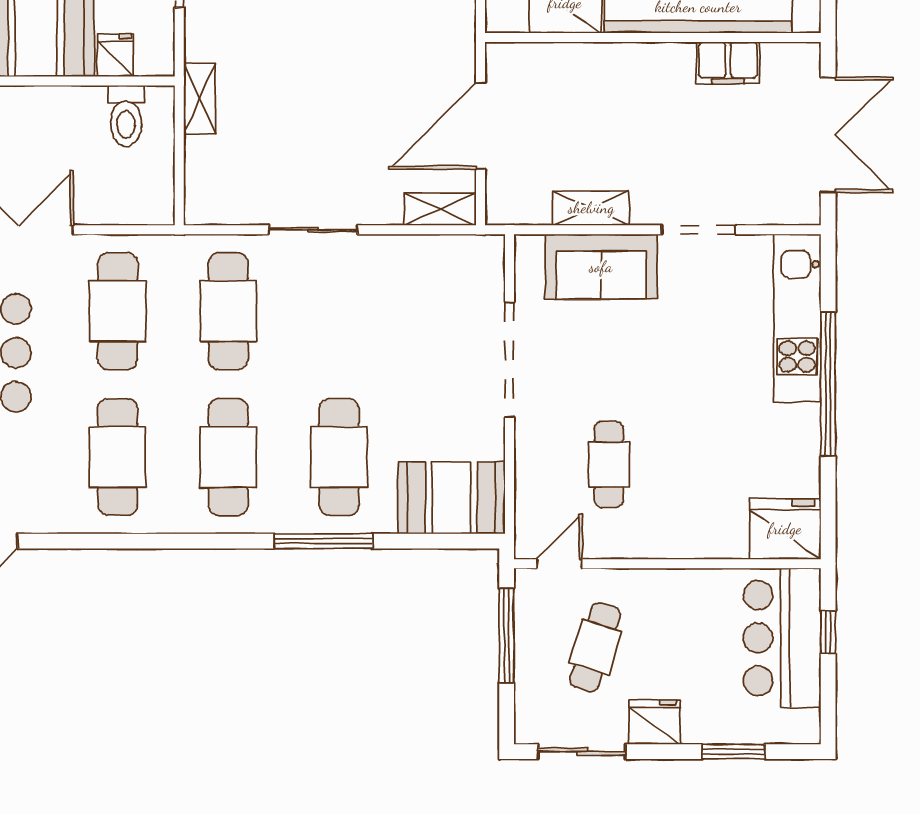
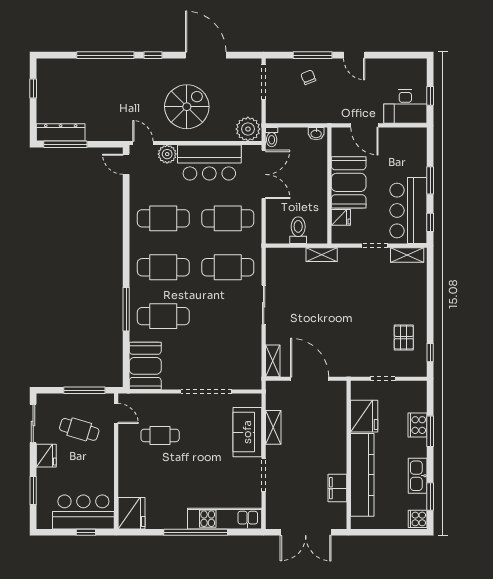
toilet: (126, 116) -> (298, 230), moved, turned 90

